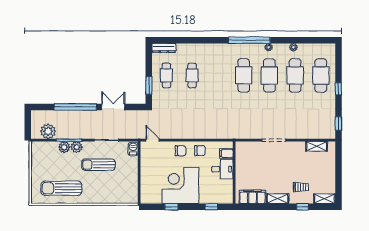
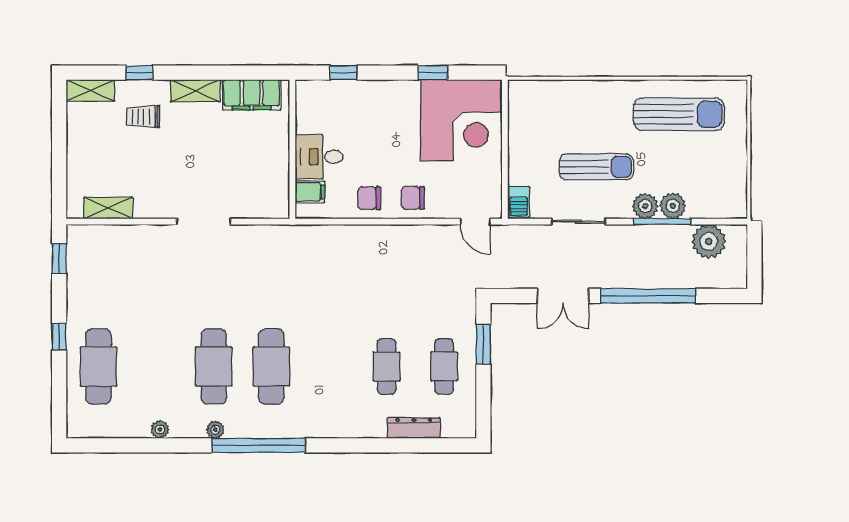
dresser: (164, 48) -> (414, 428), moved
cafe table: (295, 75) -> (156, 366), removed
corner desk: (180, 185) -> (461, 120), moved

